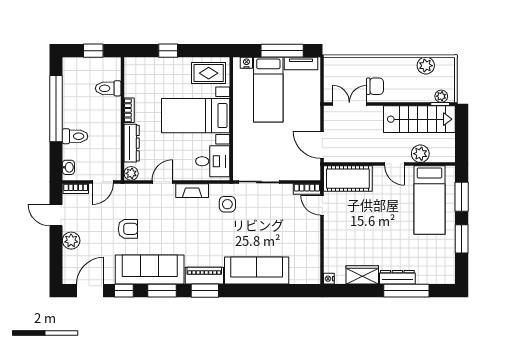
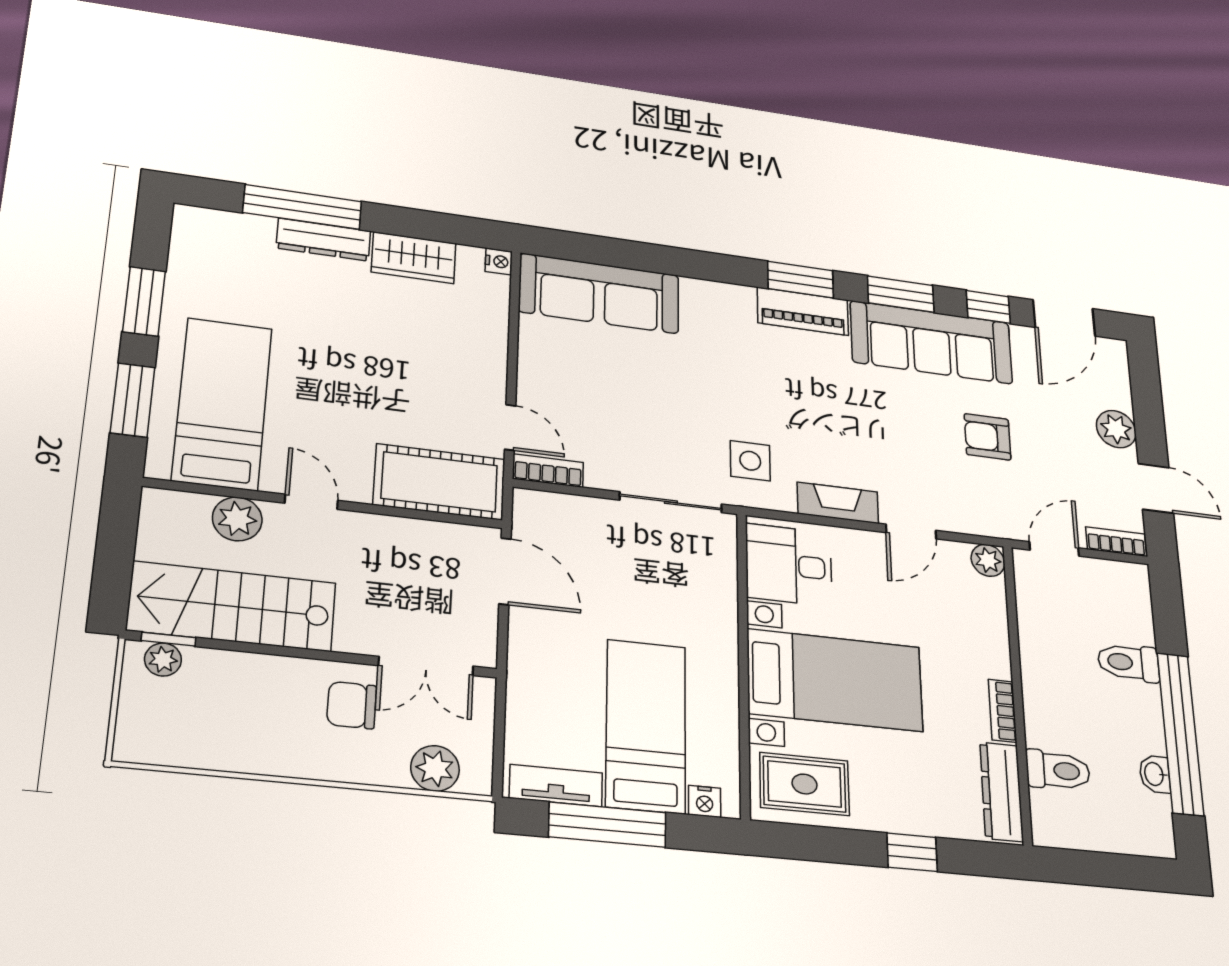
window: (93, 51) -> (1103, 869), removed
plant: (426, 66) -> (435, 768), moved
dresser: (132, 143) -> (1001, 792), moved
washbasin: (68, 167) -> (1155, 774), moved
sofa: (257, 271) -> (599, 293), moved

